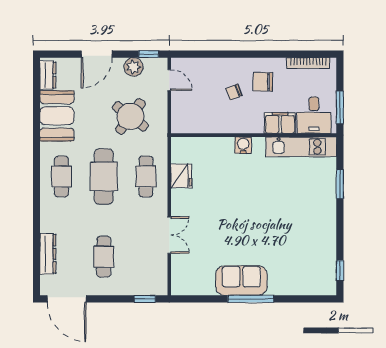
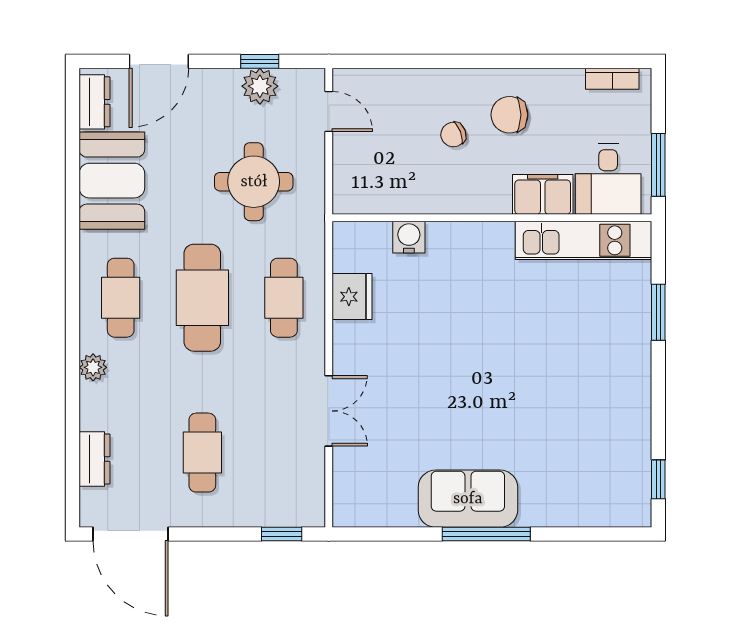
door: (97, 54) -> (159, 61), moved
window: (149, 54) -> (260, 61), moved
bookcase: (308, 63) -> (612, 79), width x0.64
round table: (130, 116) -> (254, 182), turned -37
water cooler: (243, 145) -> (409, 237), moved
plant: (47, 213) -> (93, 367), added
dresser: (48, 254) -> (95, 459), width x0.70

